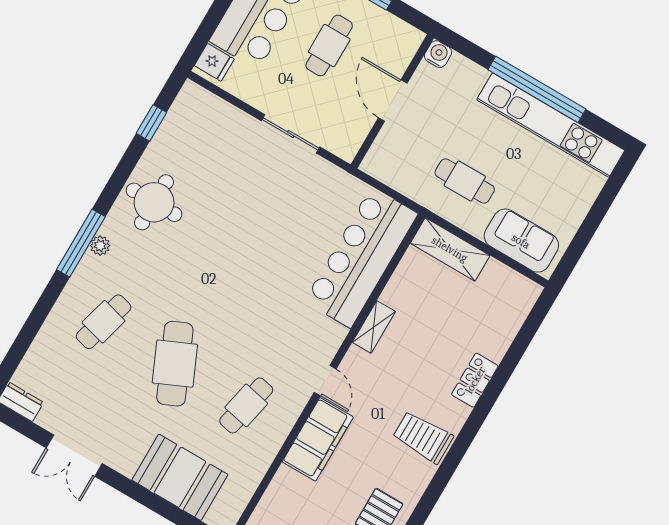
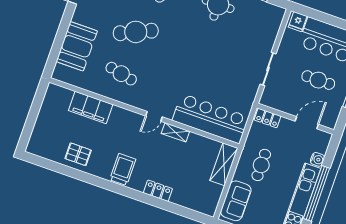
water cooler: (438, 54) -> (317, 159), moved
door: (393, 100) -> (307, 123), moved
locker: (381, 152) -> (268, 118), added
door: (325, 381) -> (154, 116), moved
filing cabinet: (318, 439) -> (91, 107), moved

